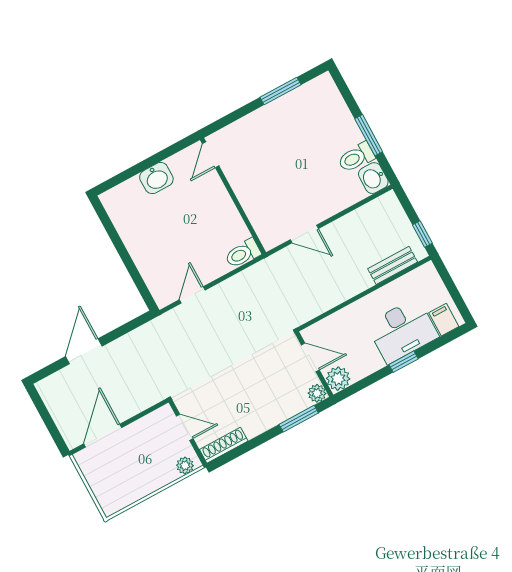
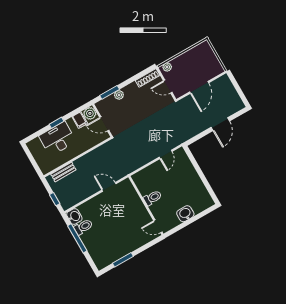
window: (369, 135) -> (77, 238), width x1.44
door: (211, 155) -> (158, 226), swing flipped
window: (422, 234) -> (55, 199), moved
toilet: (243, 253) -> (153, 198), moved
filing cabinet: (444, 320) -> (80, 120), moved
plant: (317, 393) -> (119, 95), moved
door: (103, 436) -> (199, 87), moved

